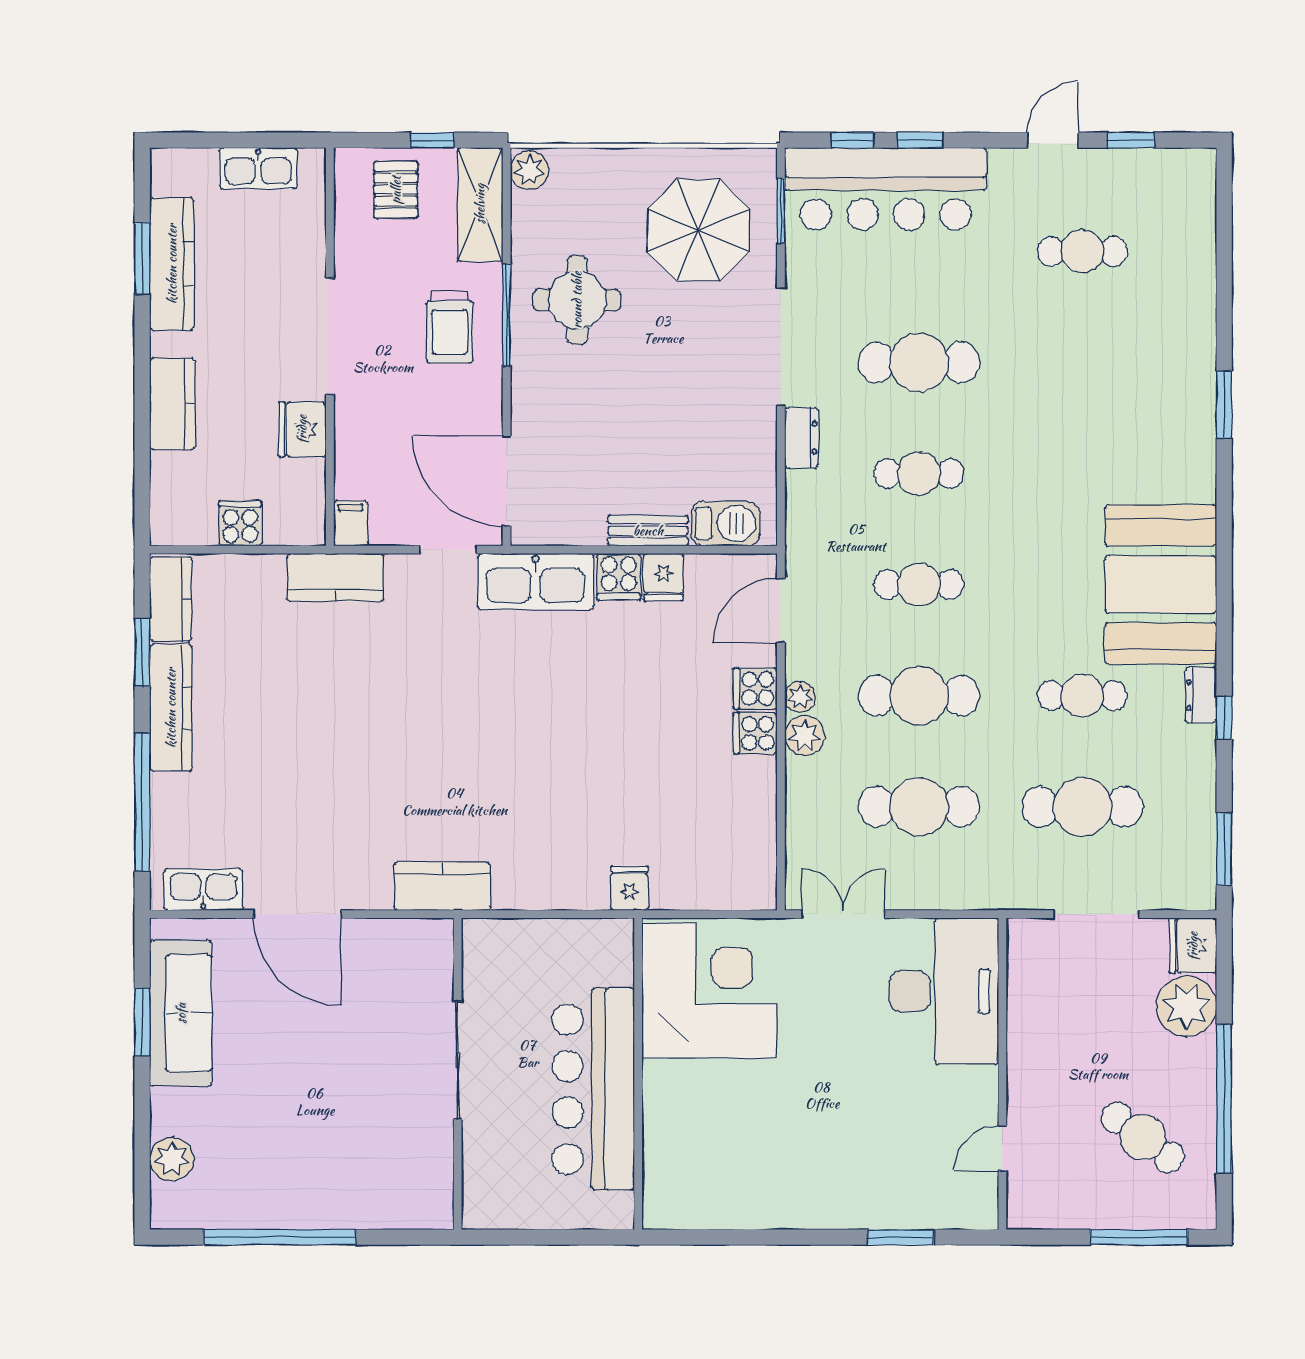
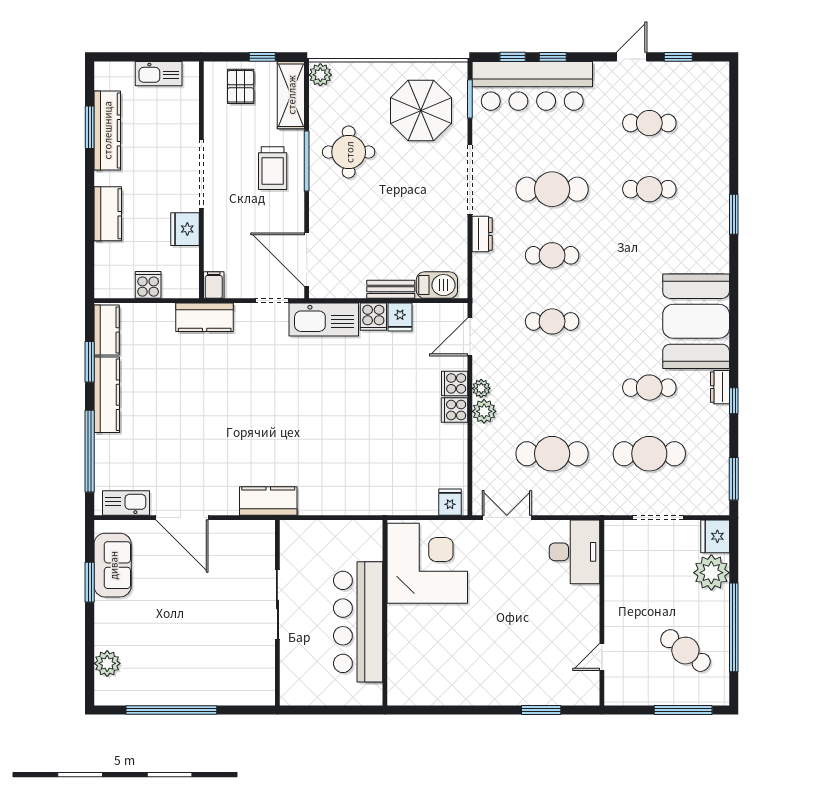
cafe table: (919, 696) -> (649, 189), moved, width x0.73, depth x0.74
fridge: (629, 888) -> (450, 502), moved
desk: (944, 991) -> (574, 552), width x0.73, depth x0.77
sofa: (181, 1013) -> (113, 565), width x0.73

